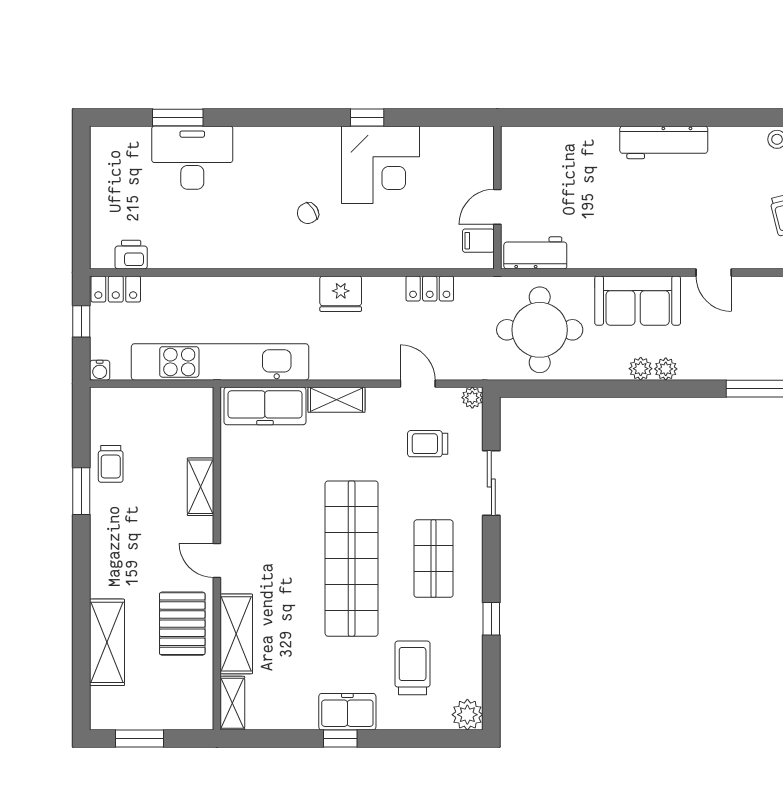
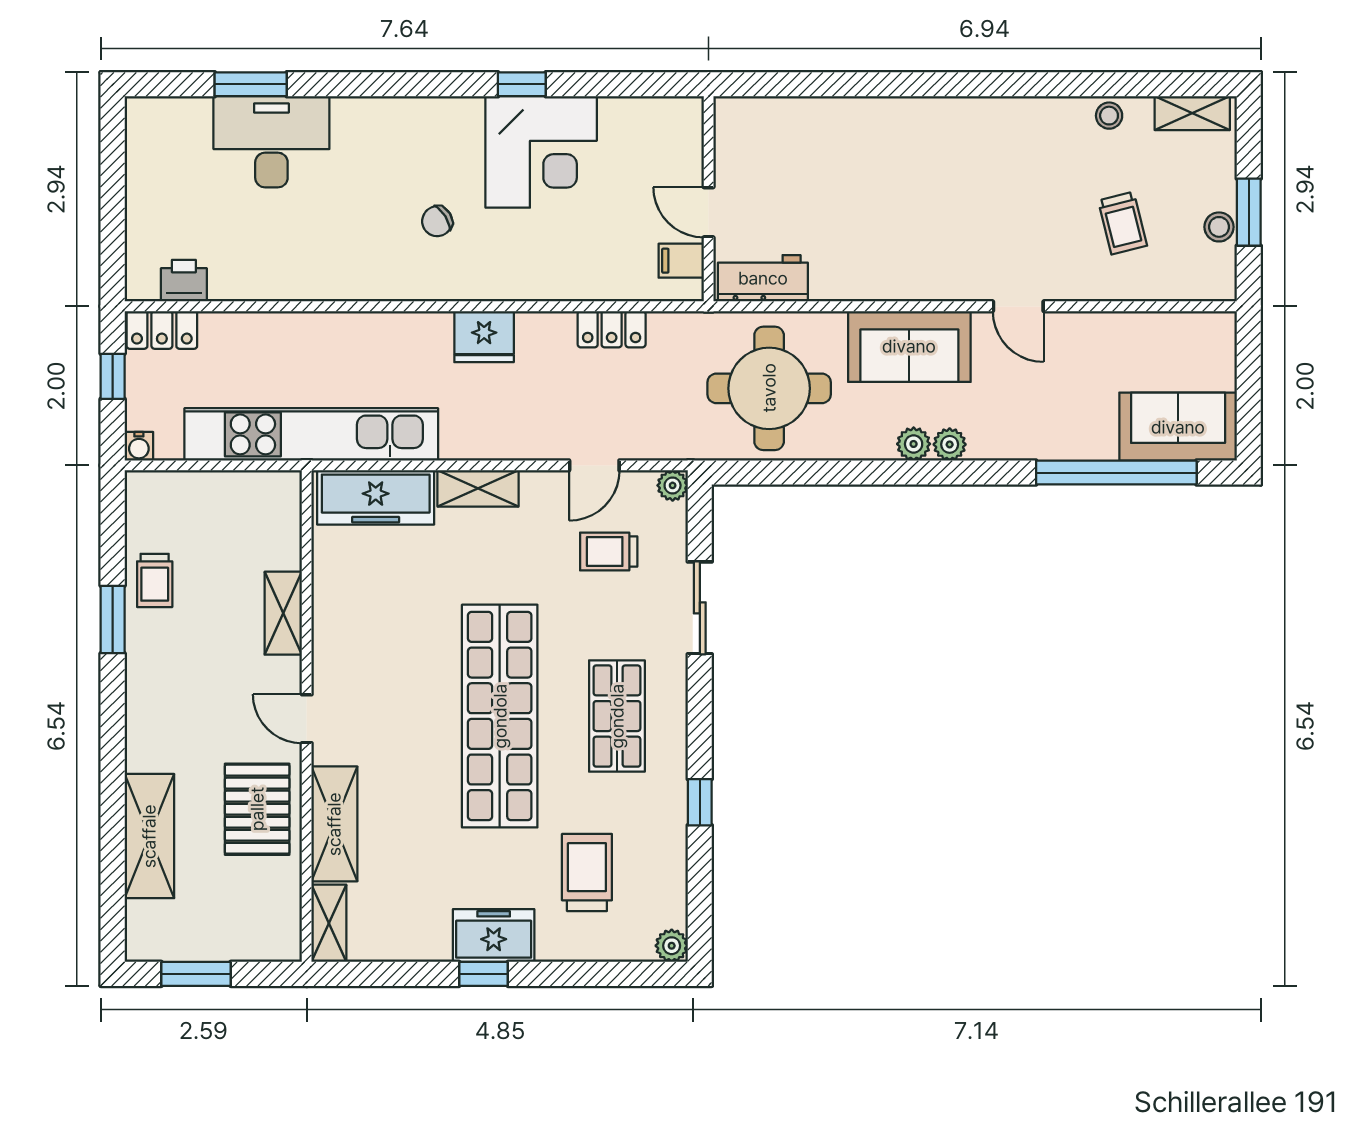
workbench: (664, 142) -> (947, 120), removed
door: (497, 207) -> (709, 212), hinge flipped
door: (418, 384) -> (594, 465), swing flipped
plant: (467, 715) -> (672, 946), width x0.73, depth x0.73

